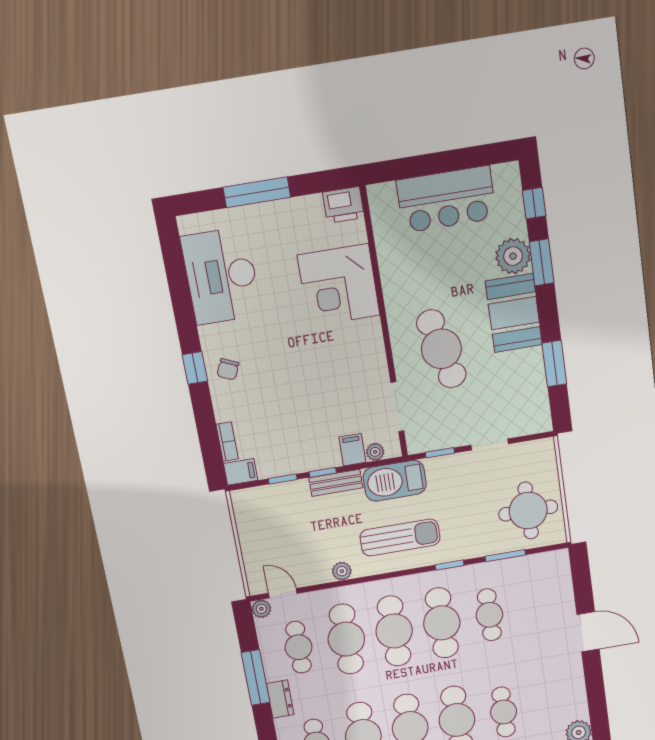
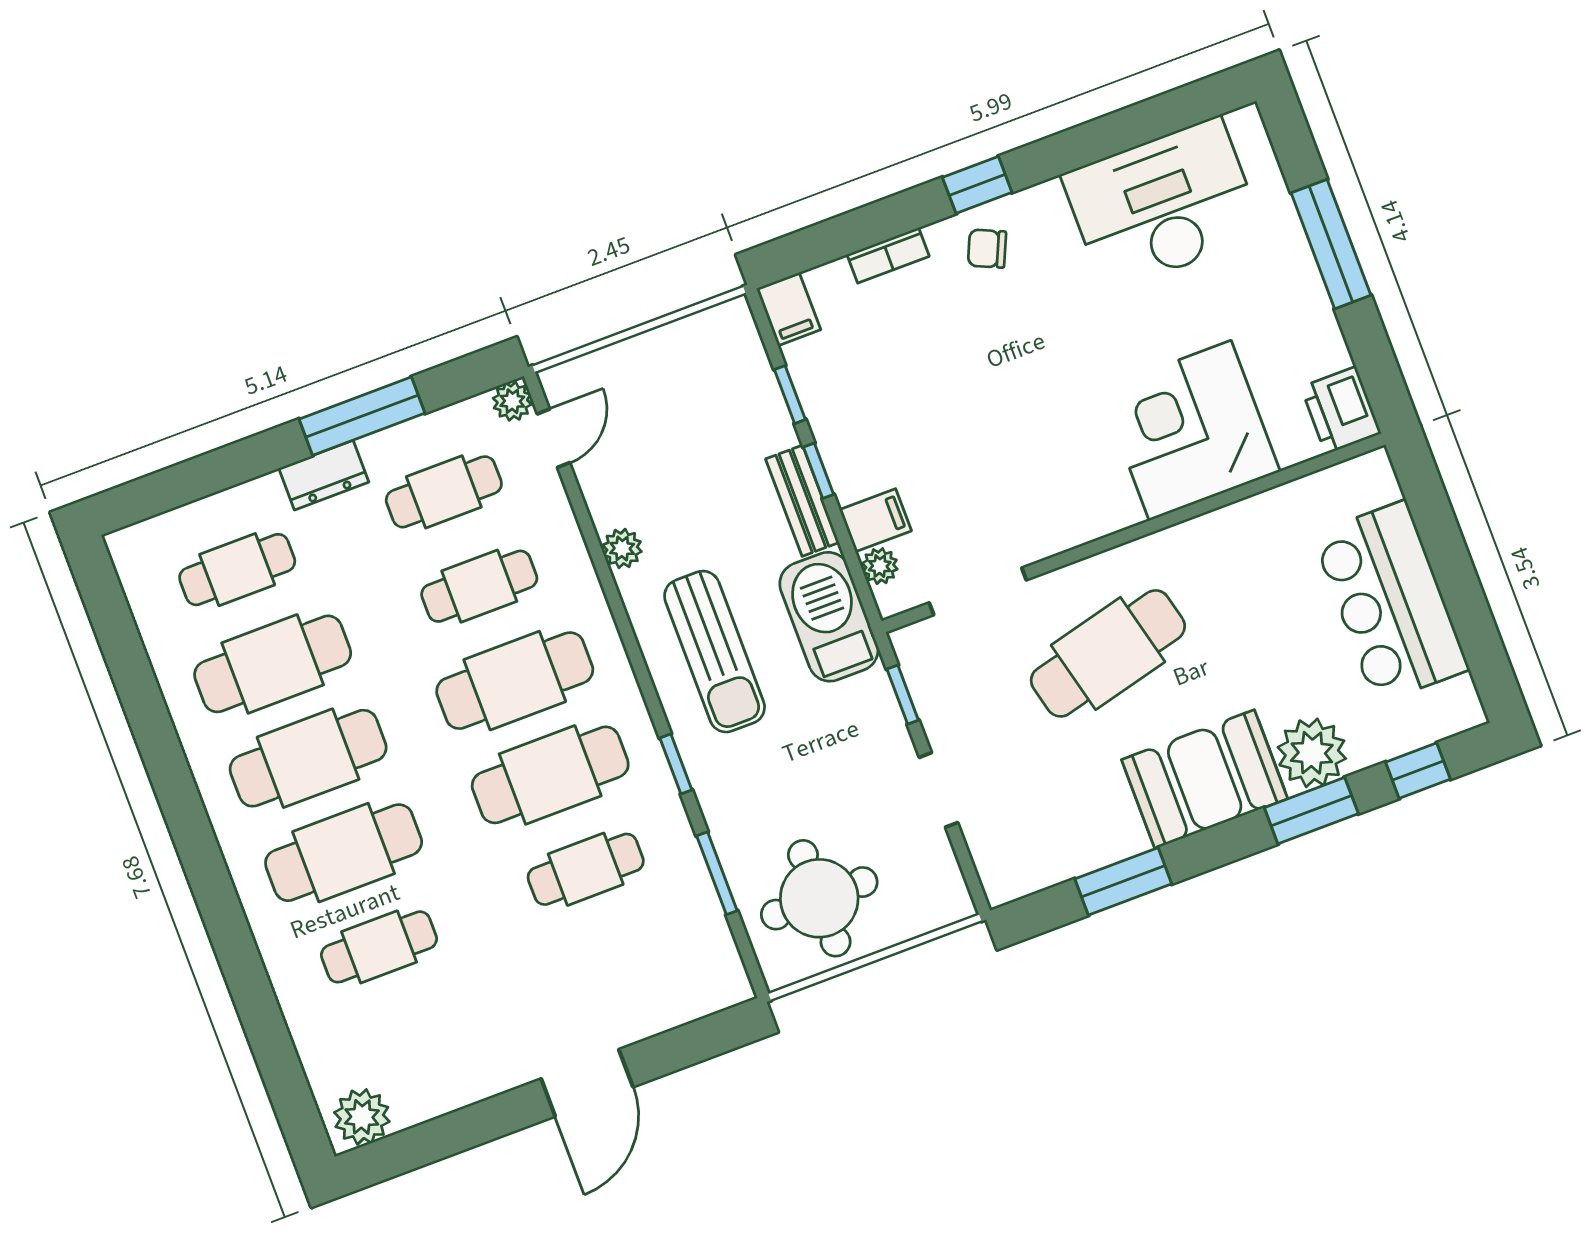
bookcase: (227, 442) -> (888, 255), moved
cafe table: (346, 639) -> (479, 586), width x0.73, depth x0.74

